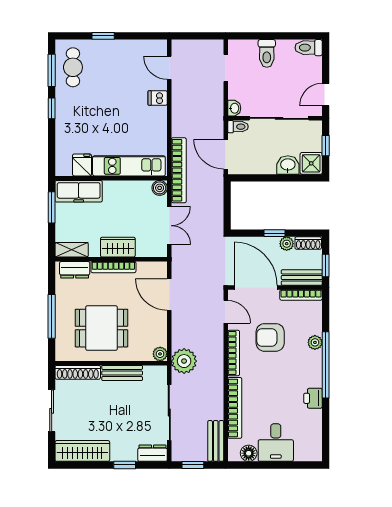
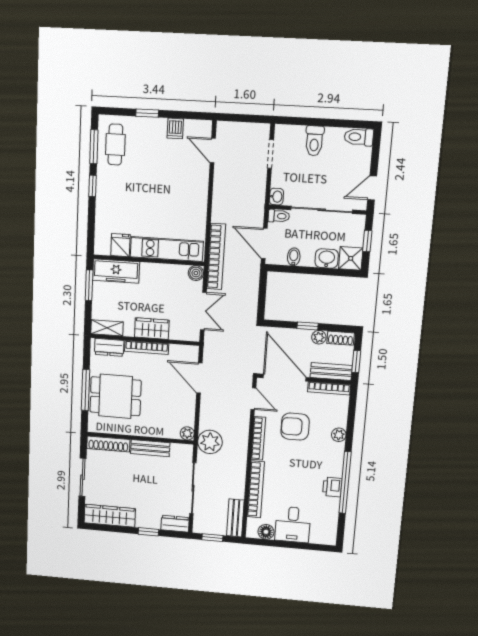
dishwasher: (158, 98) -> (175, 128), moved, turned -90
bidet: (256, 165) -> (294, 257), added
dining table: (102, 328) -> (116, 396), moved
window: (326, 365) -> (345, 482), moved

